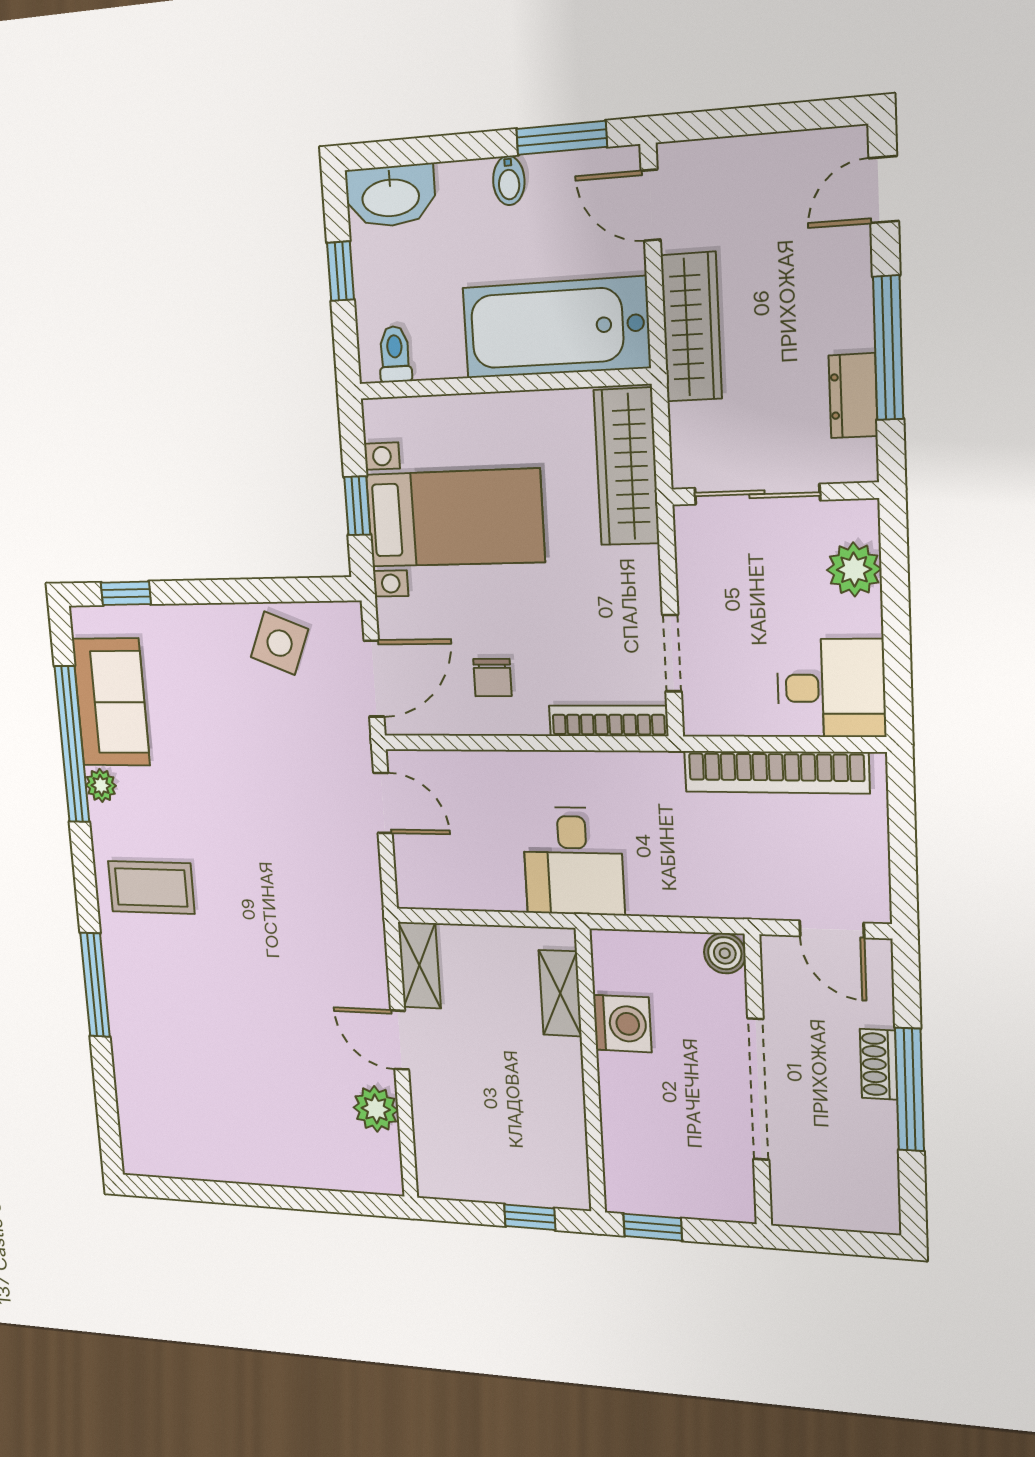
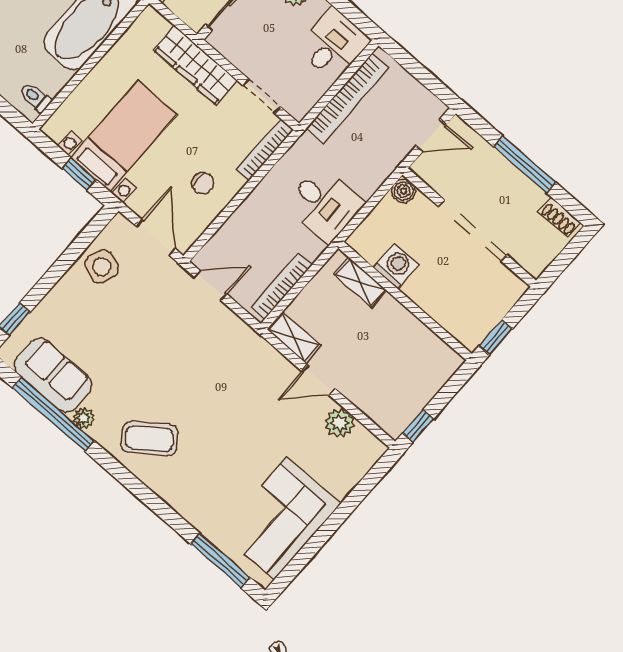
wardrobe: (627, 467) -> (195, 65), moved
desk: (573, 861) -> (324, 204), moved
coffee table: (151, 887) -> (149, 439), turned 53
bookcase: (464, 895) -> (282, 286), added
window: (95, 985) -> (220, 560), moved
shoe rack: (879, 1064) -> (560, 217), moved
corner sofa: (211, 1127) -> (281, 518), added
window: (530, 1217) -> (418, 426), moved

